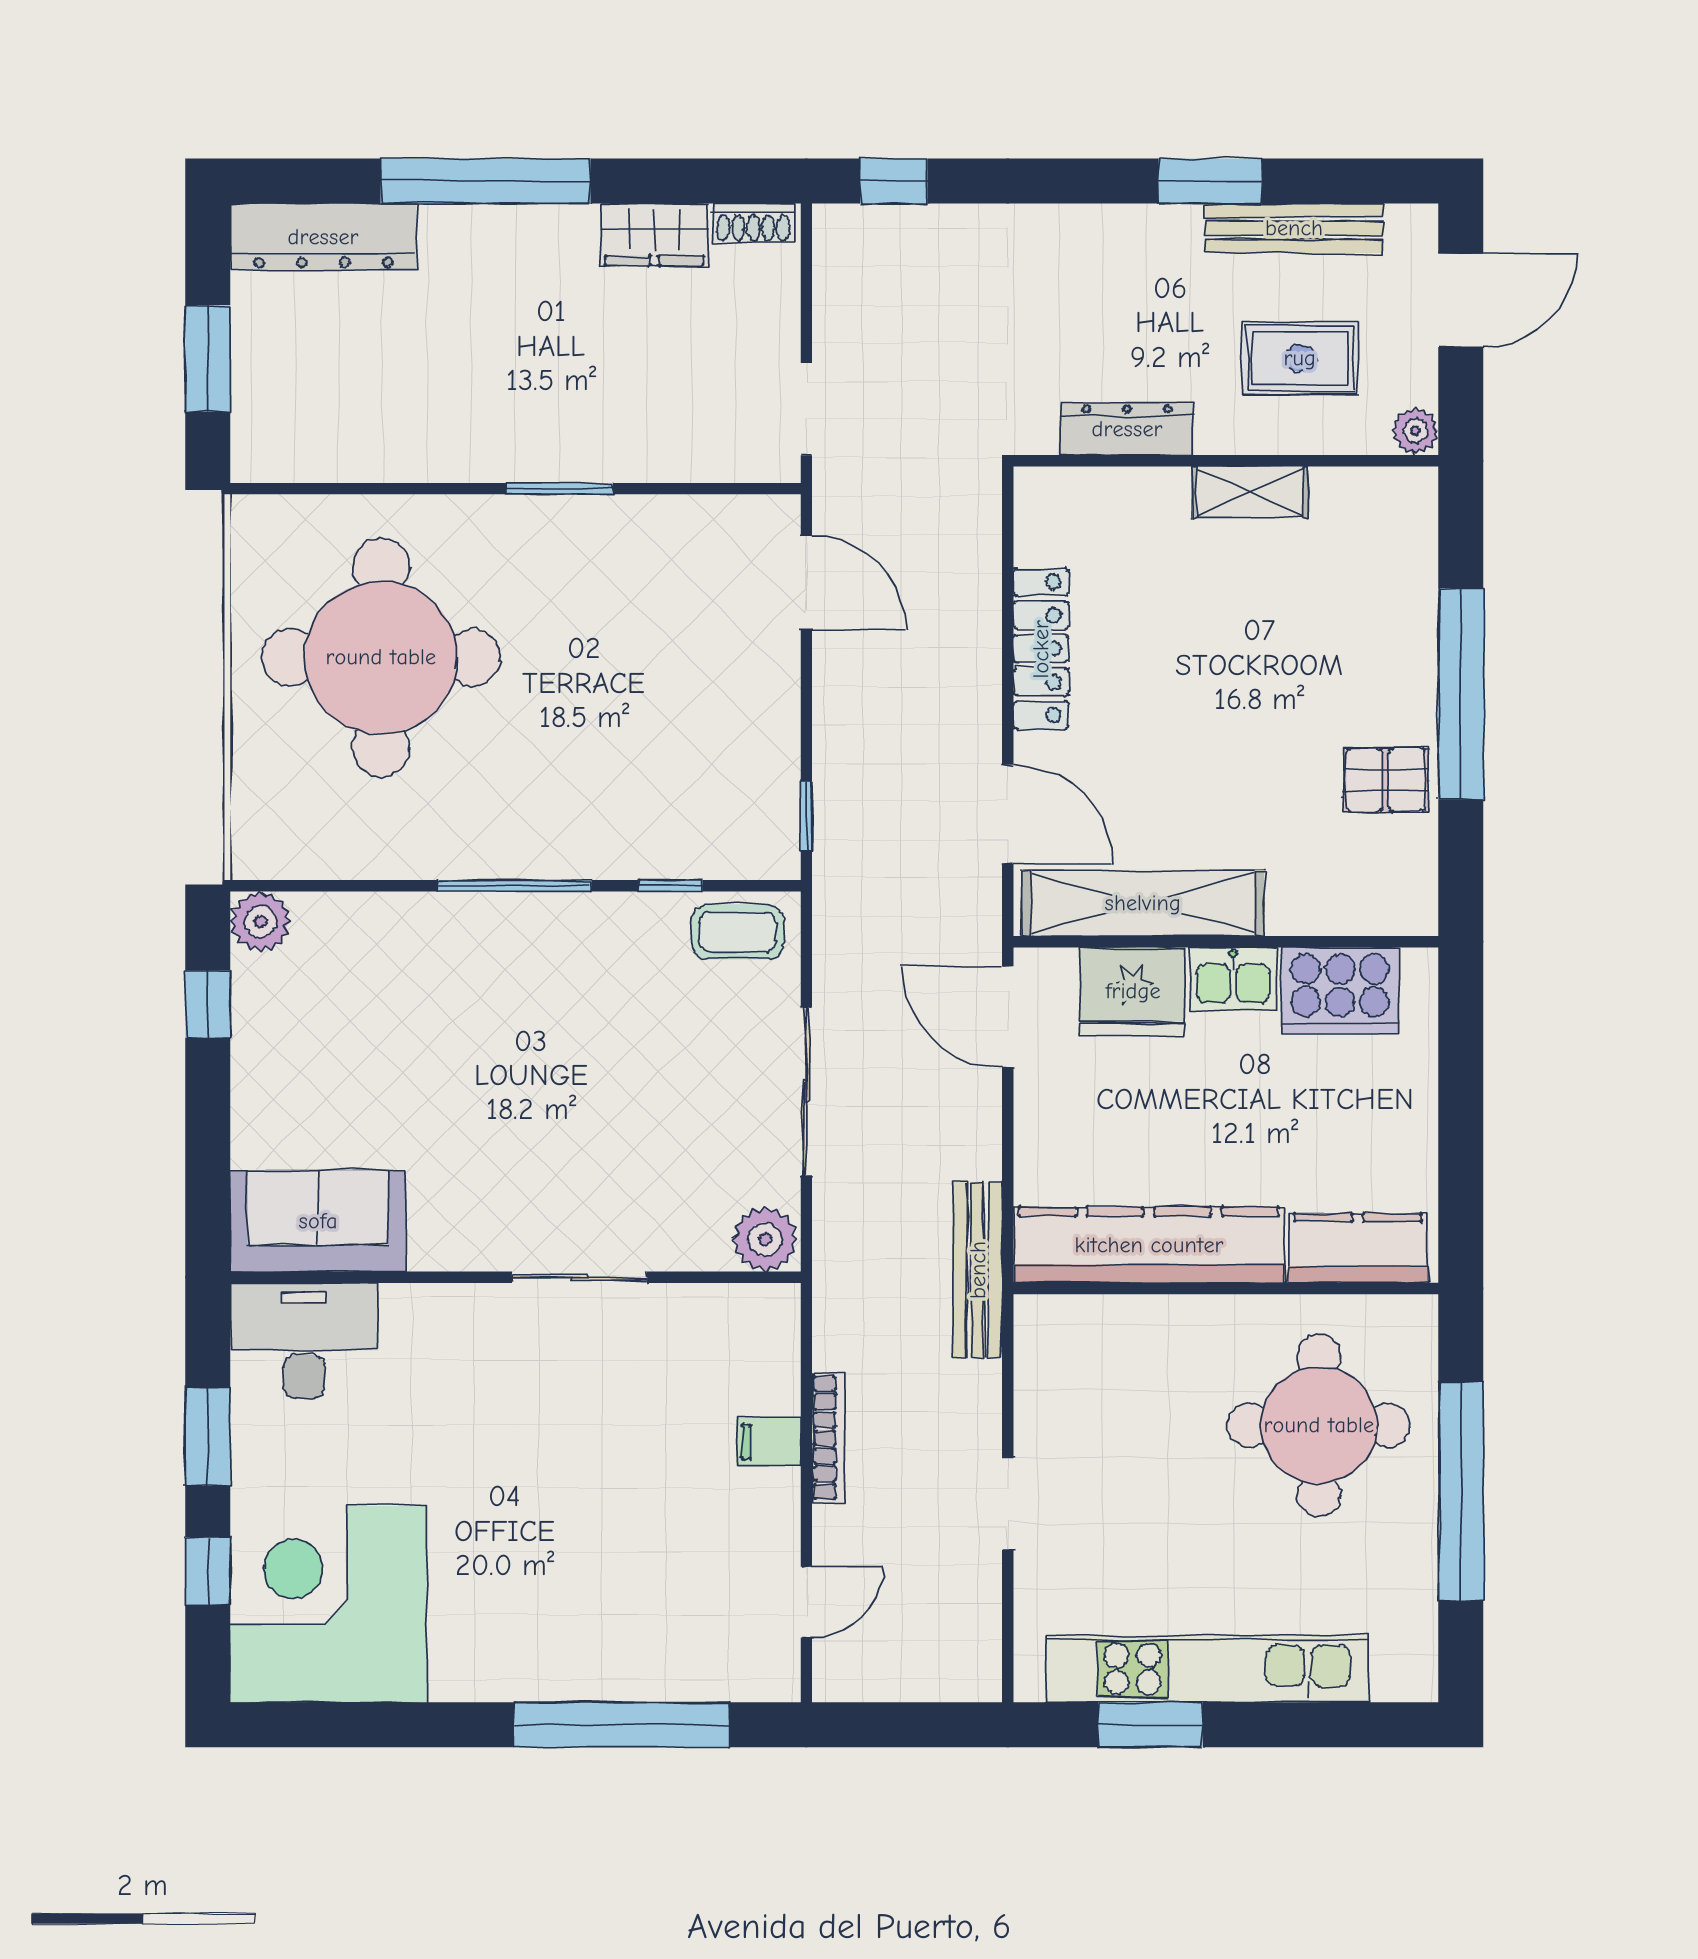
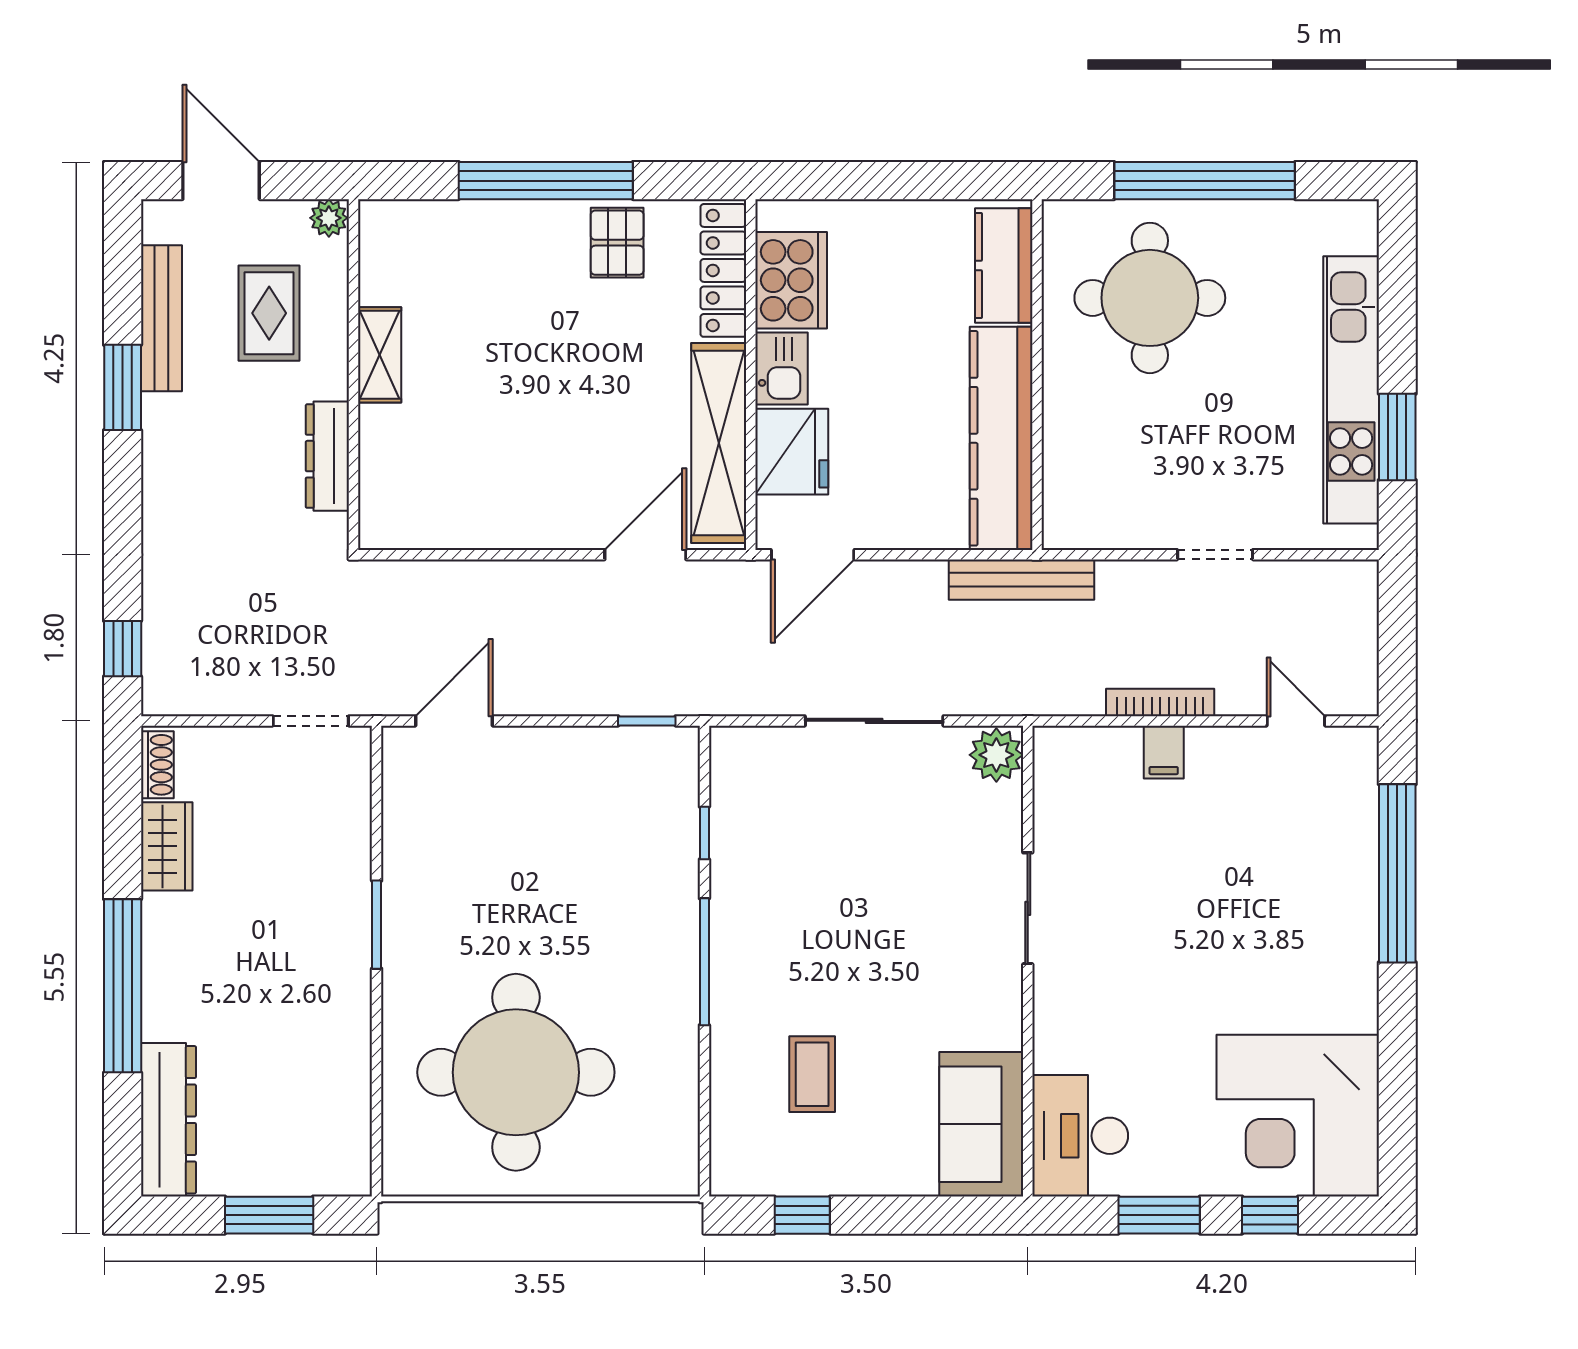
locker: (1041, 649) -> (723, 270), moved, turned -90
plant: (261, 922) -> (734, 1172), removed
coffee table: (738, 932) -> (812, 1074), moved

